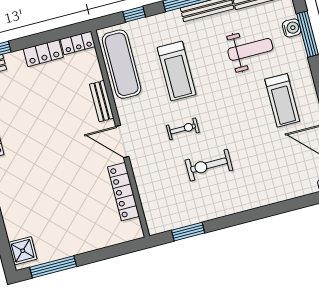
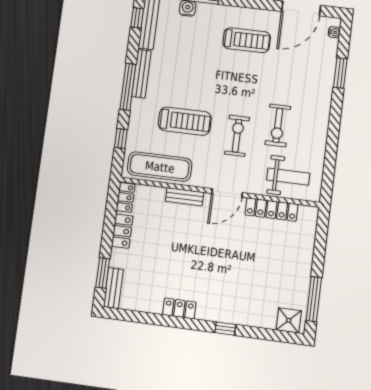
weight bench: (250, 49) -> (288, 177), moved, turned 90
exercise bike: (183, 129) -> (237, 136), width x1.38, depth x1.39
window: (188, 232) -> (340, 73), moved

